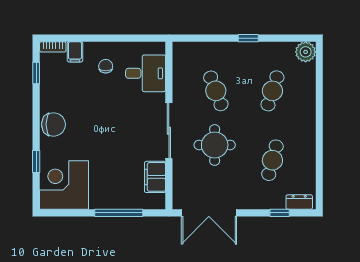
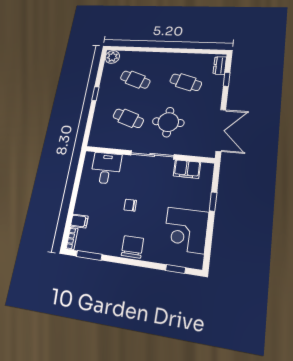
chair: (106, 66) -> (130, 205), moved
window: (36, 73) -> (89, 255), width x1.50
cafe table: (216, 91) -> (128, 118), turned 39
window: (36, 161) -> (176, 269), moved
corner desk: (64, 185) -> (186, 230), moved
window: (119, 213) -> (213, 202), width x0.46

